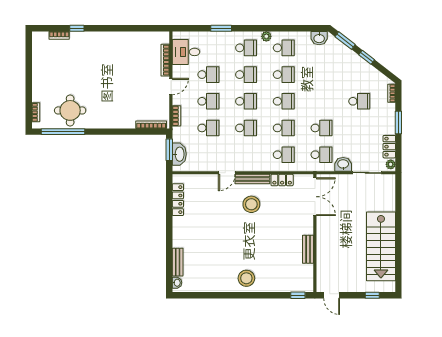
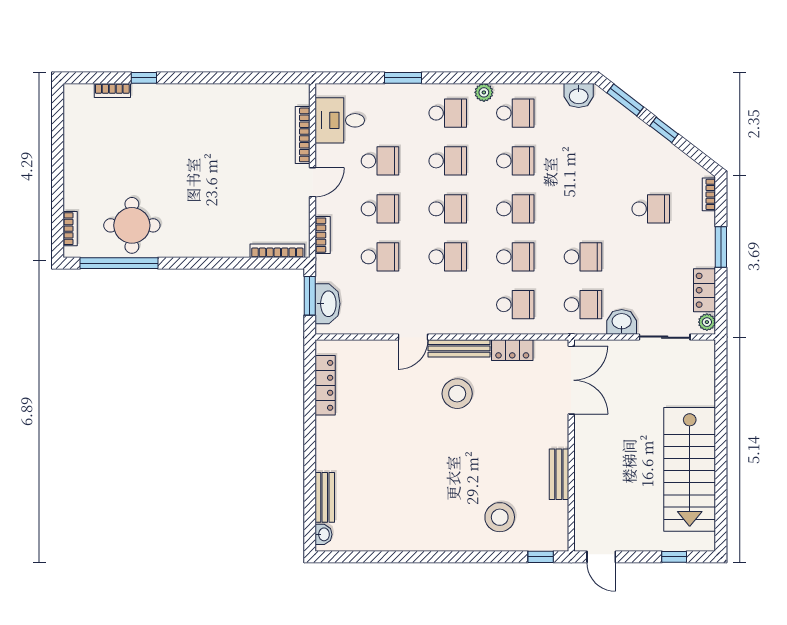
stool: (246, 278) -> (500, 517), moved

